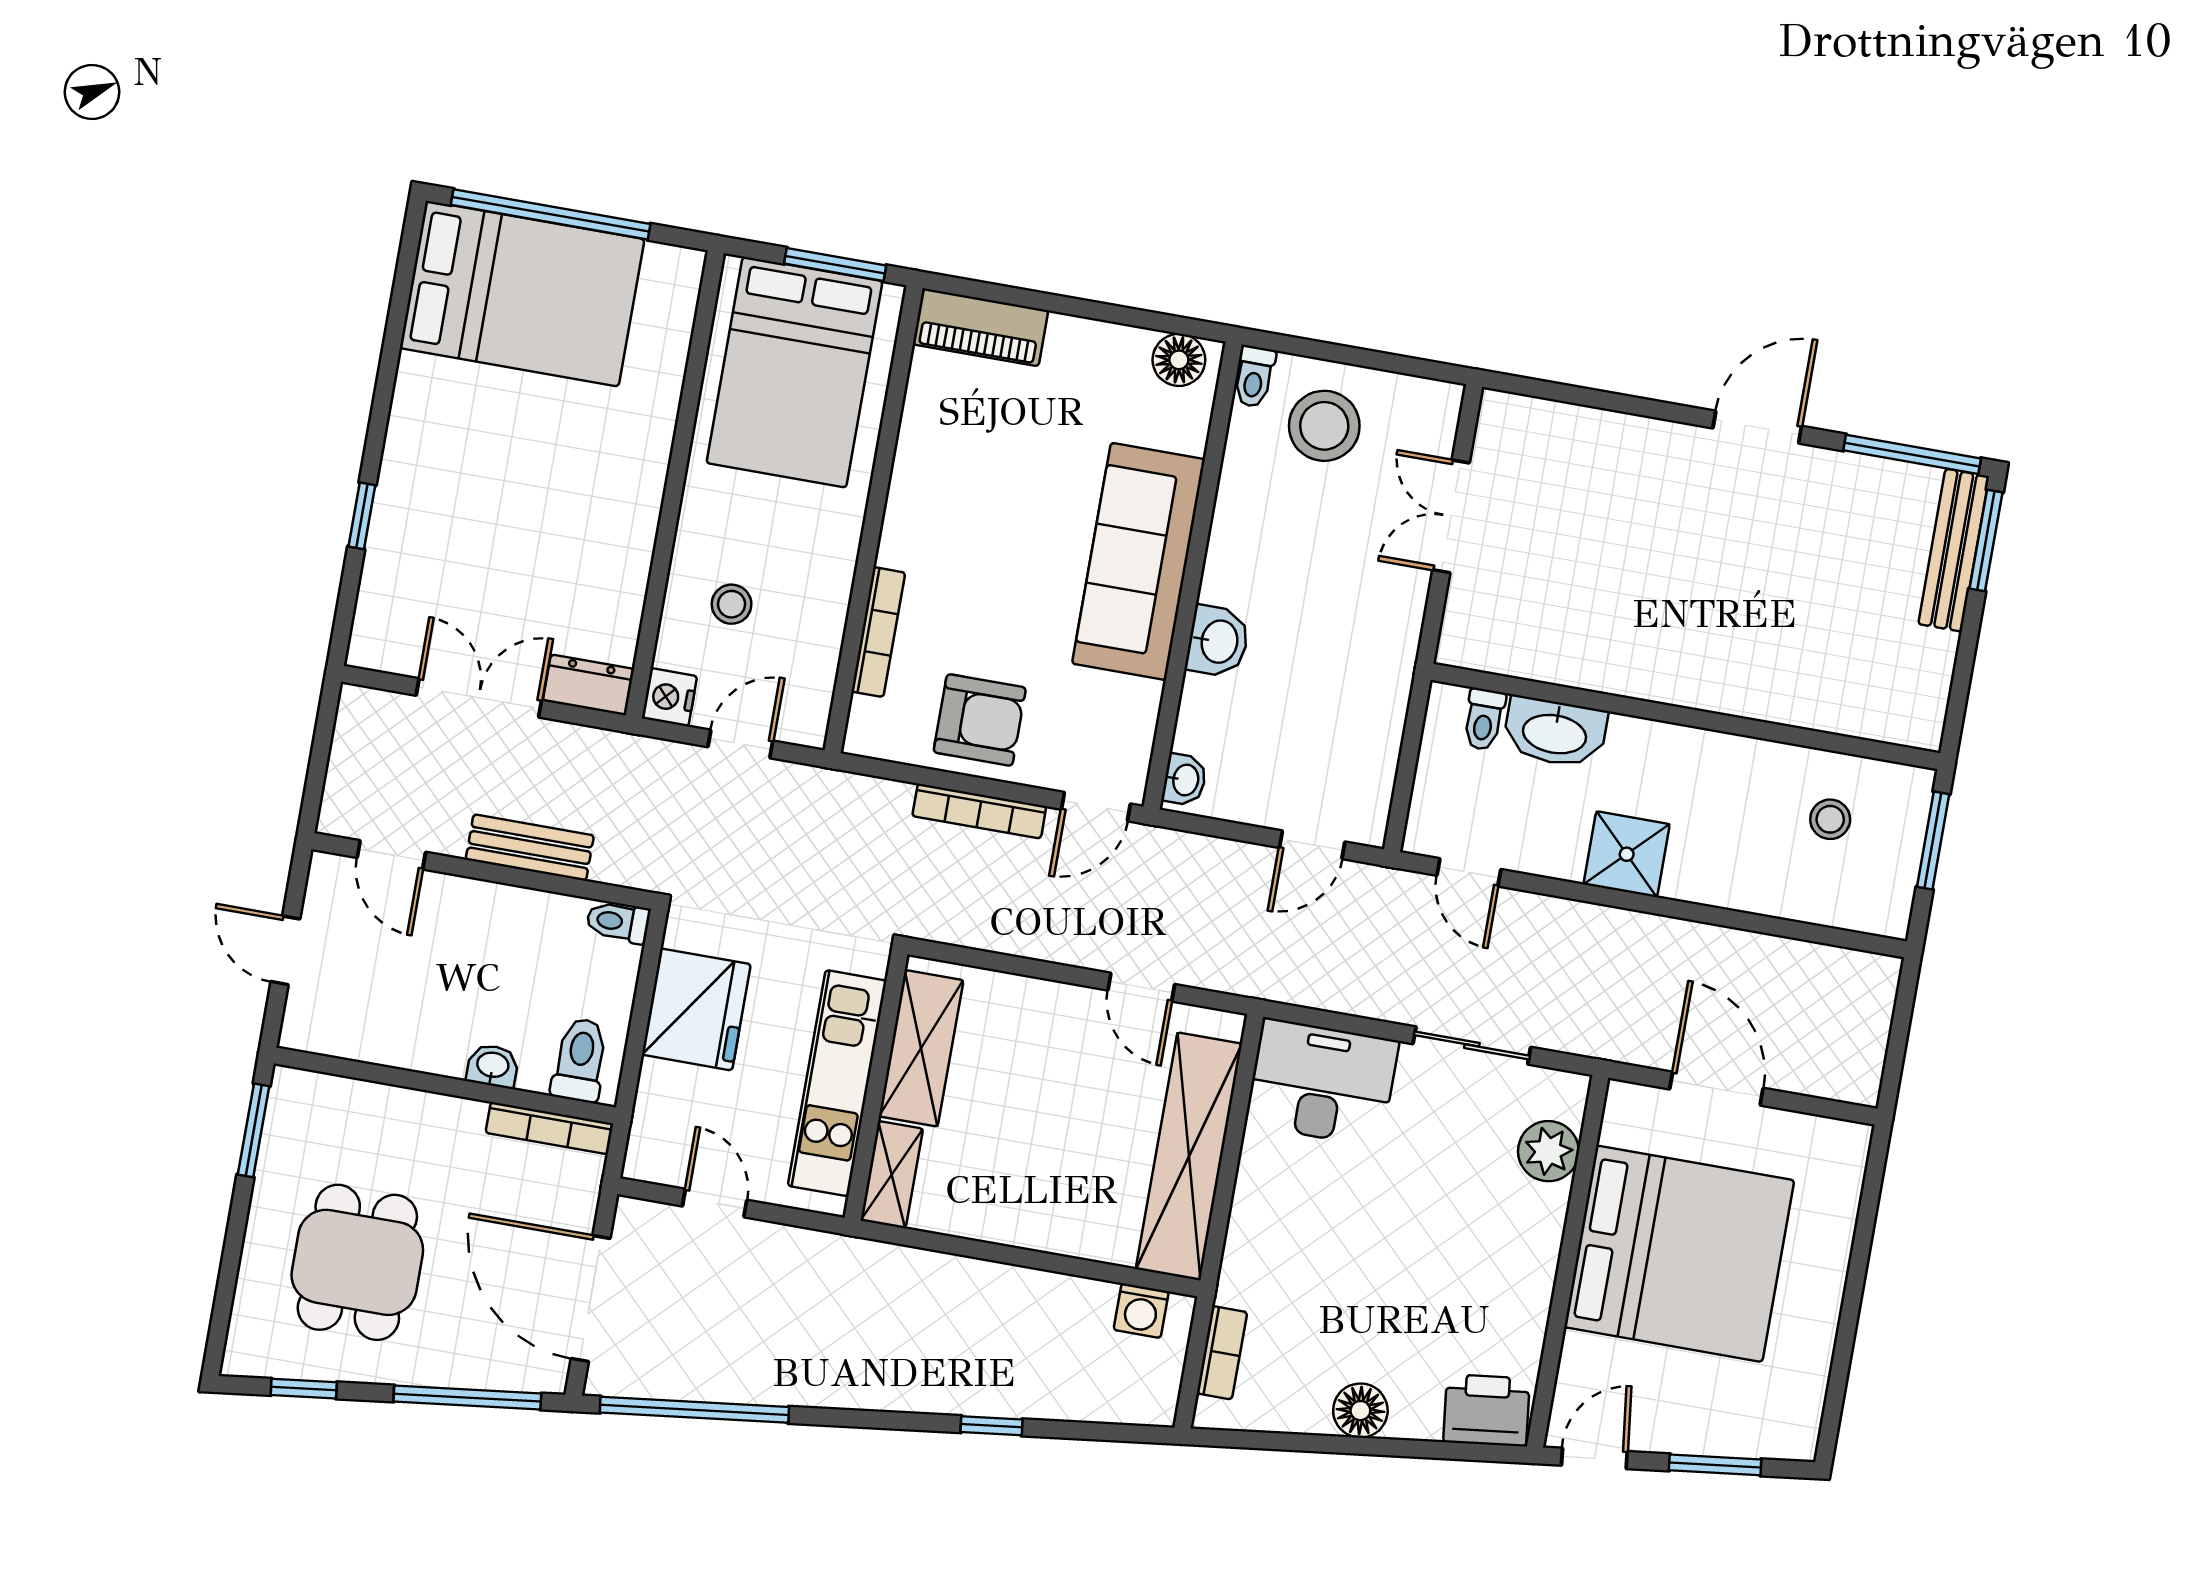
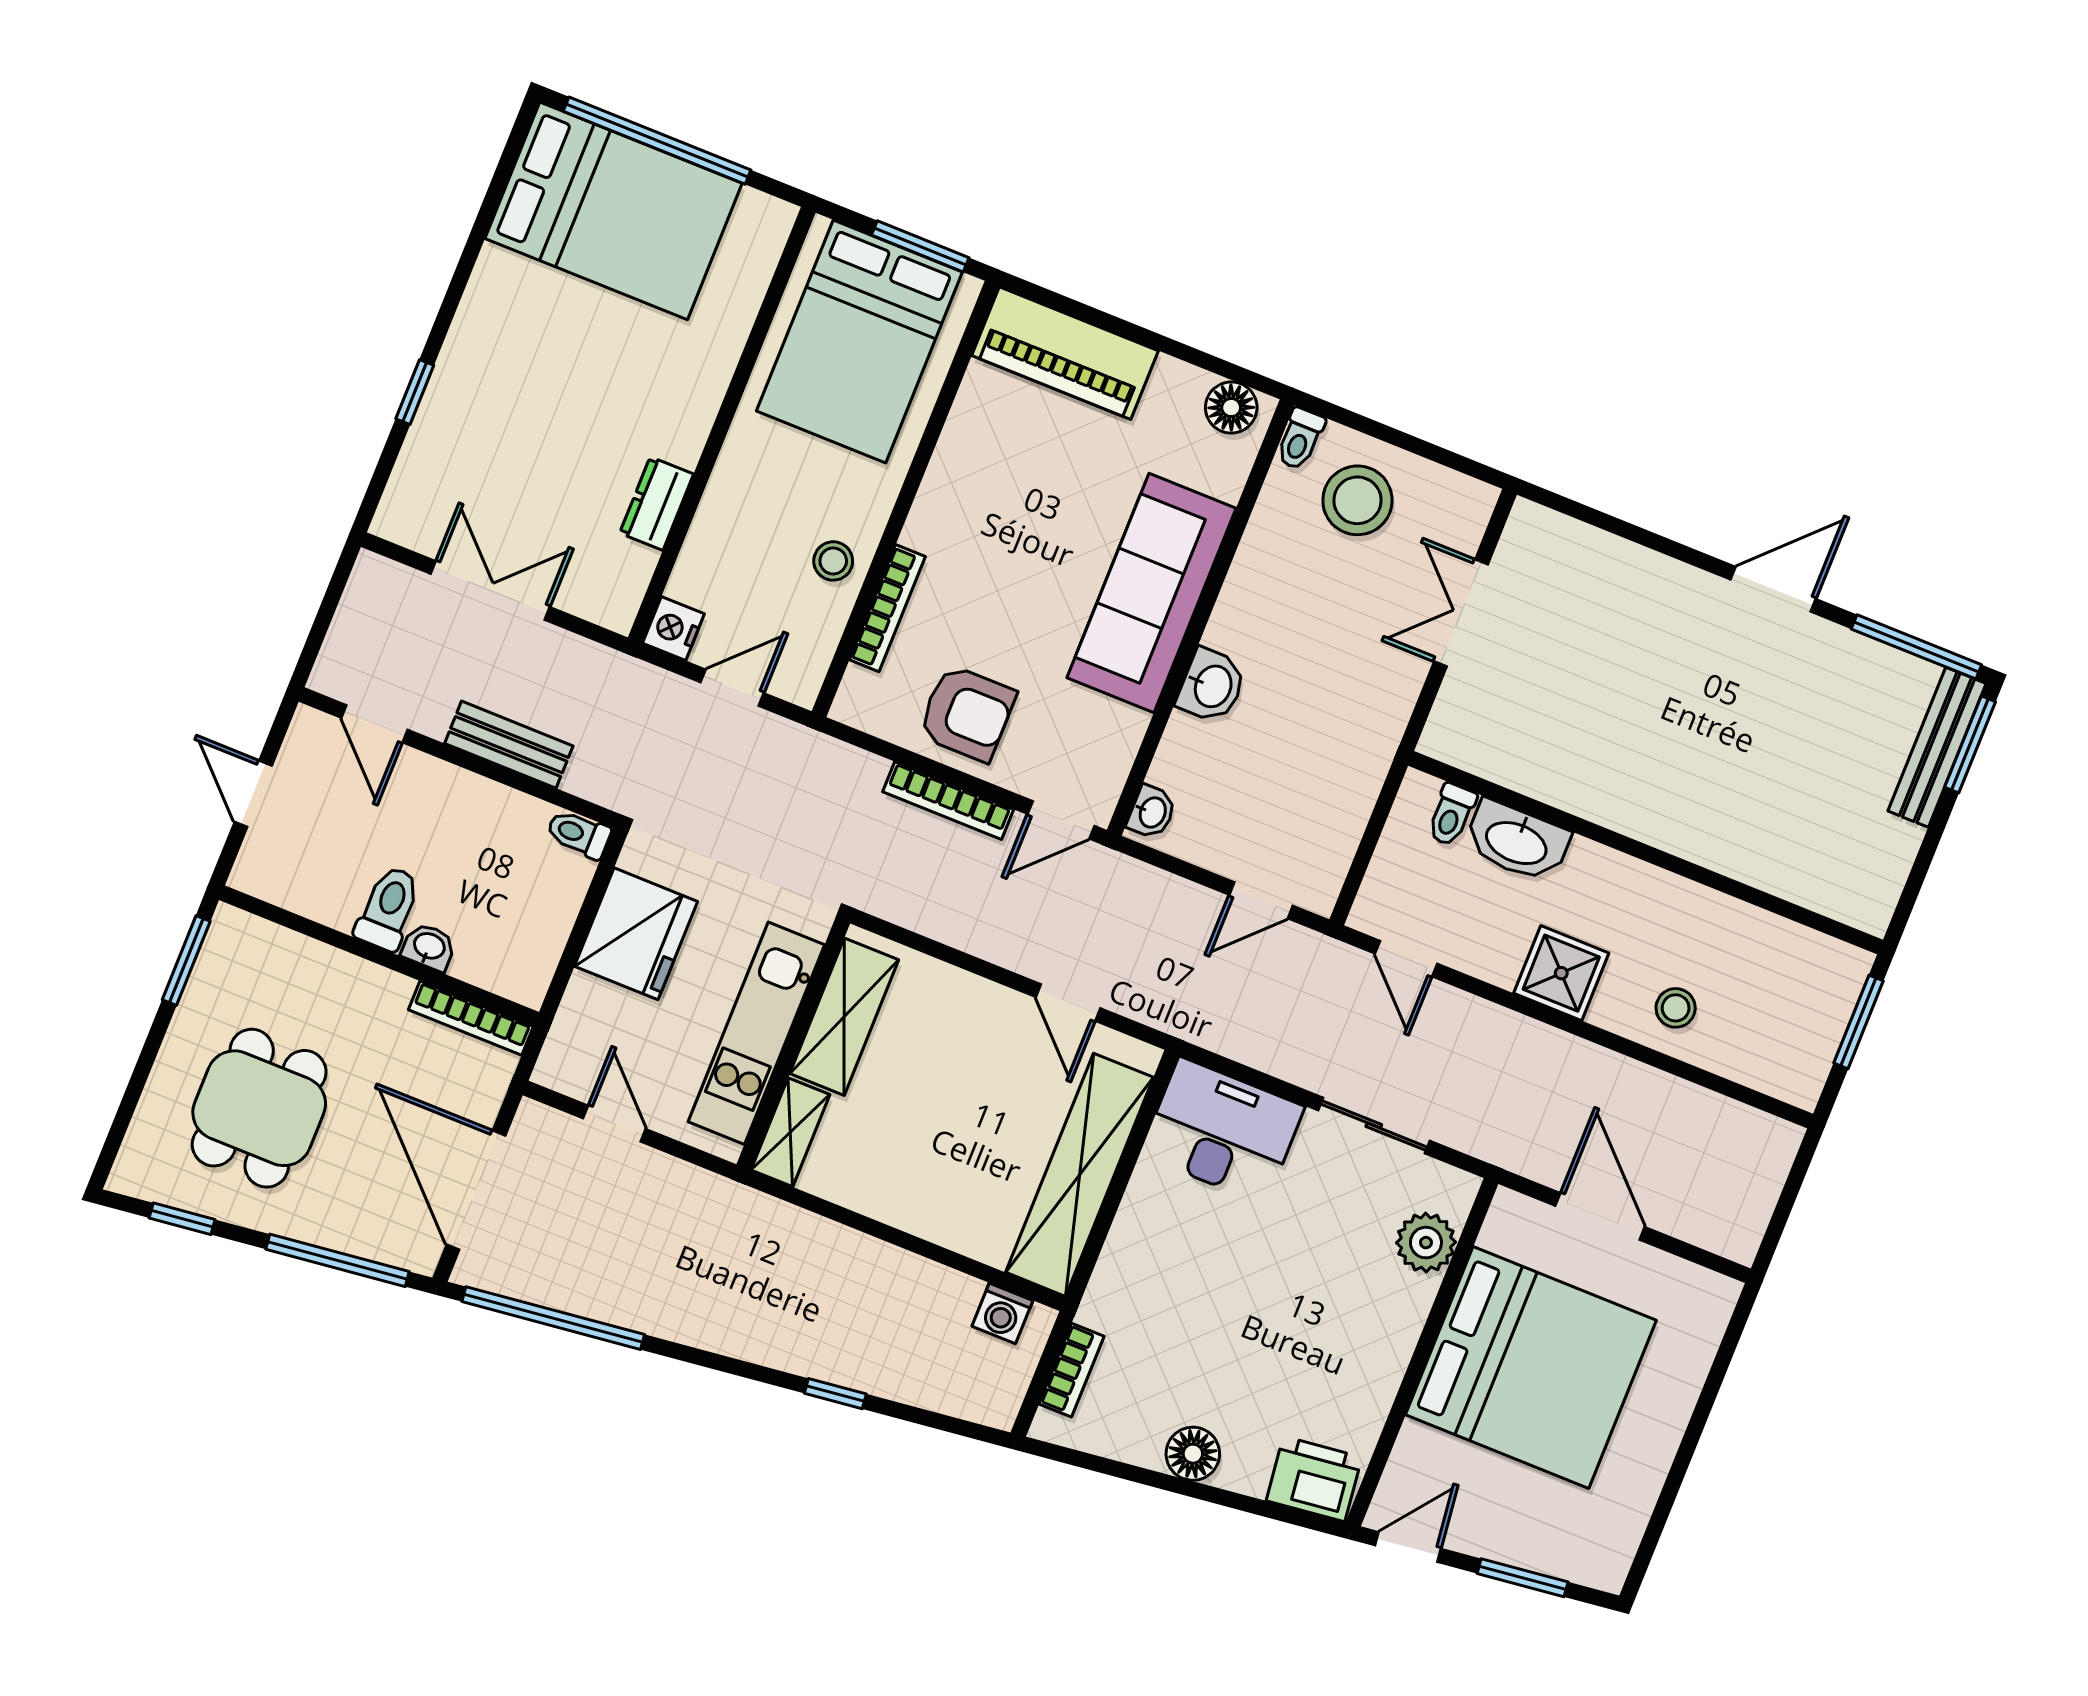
piano: (980, 327) -> (1065, 353), width x1.37, depth x1.33
stool: (732, 604) -> (833, 561), moved
dresser: (589, 685) -> (657, 504), moved, turned -90
stool: (1830, 819) -> (1676, 1008), moved
toilet: (580, 1060) -> (388, 908), moved

